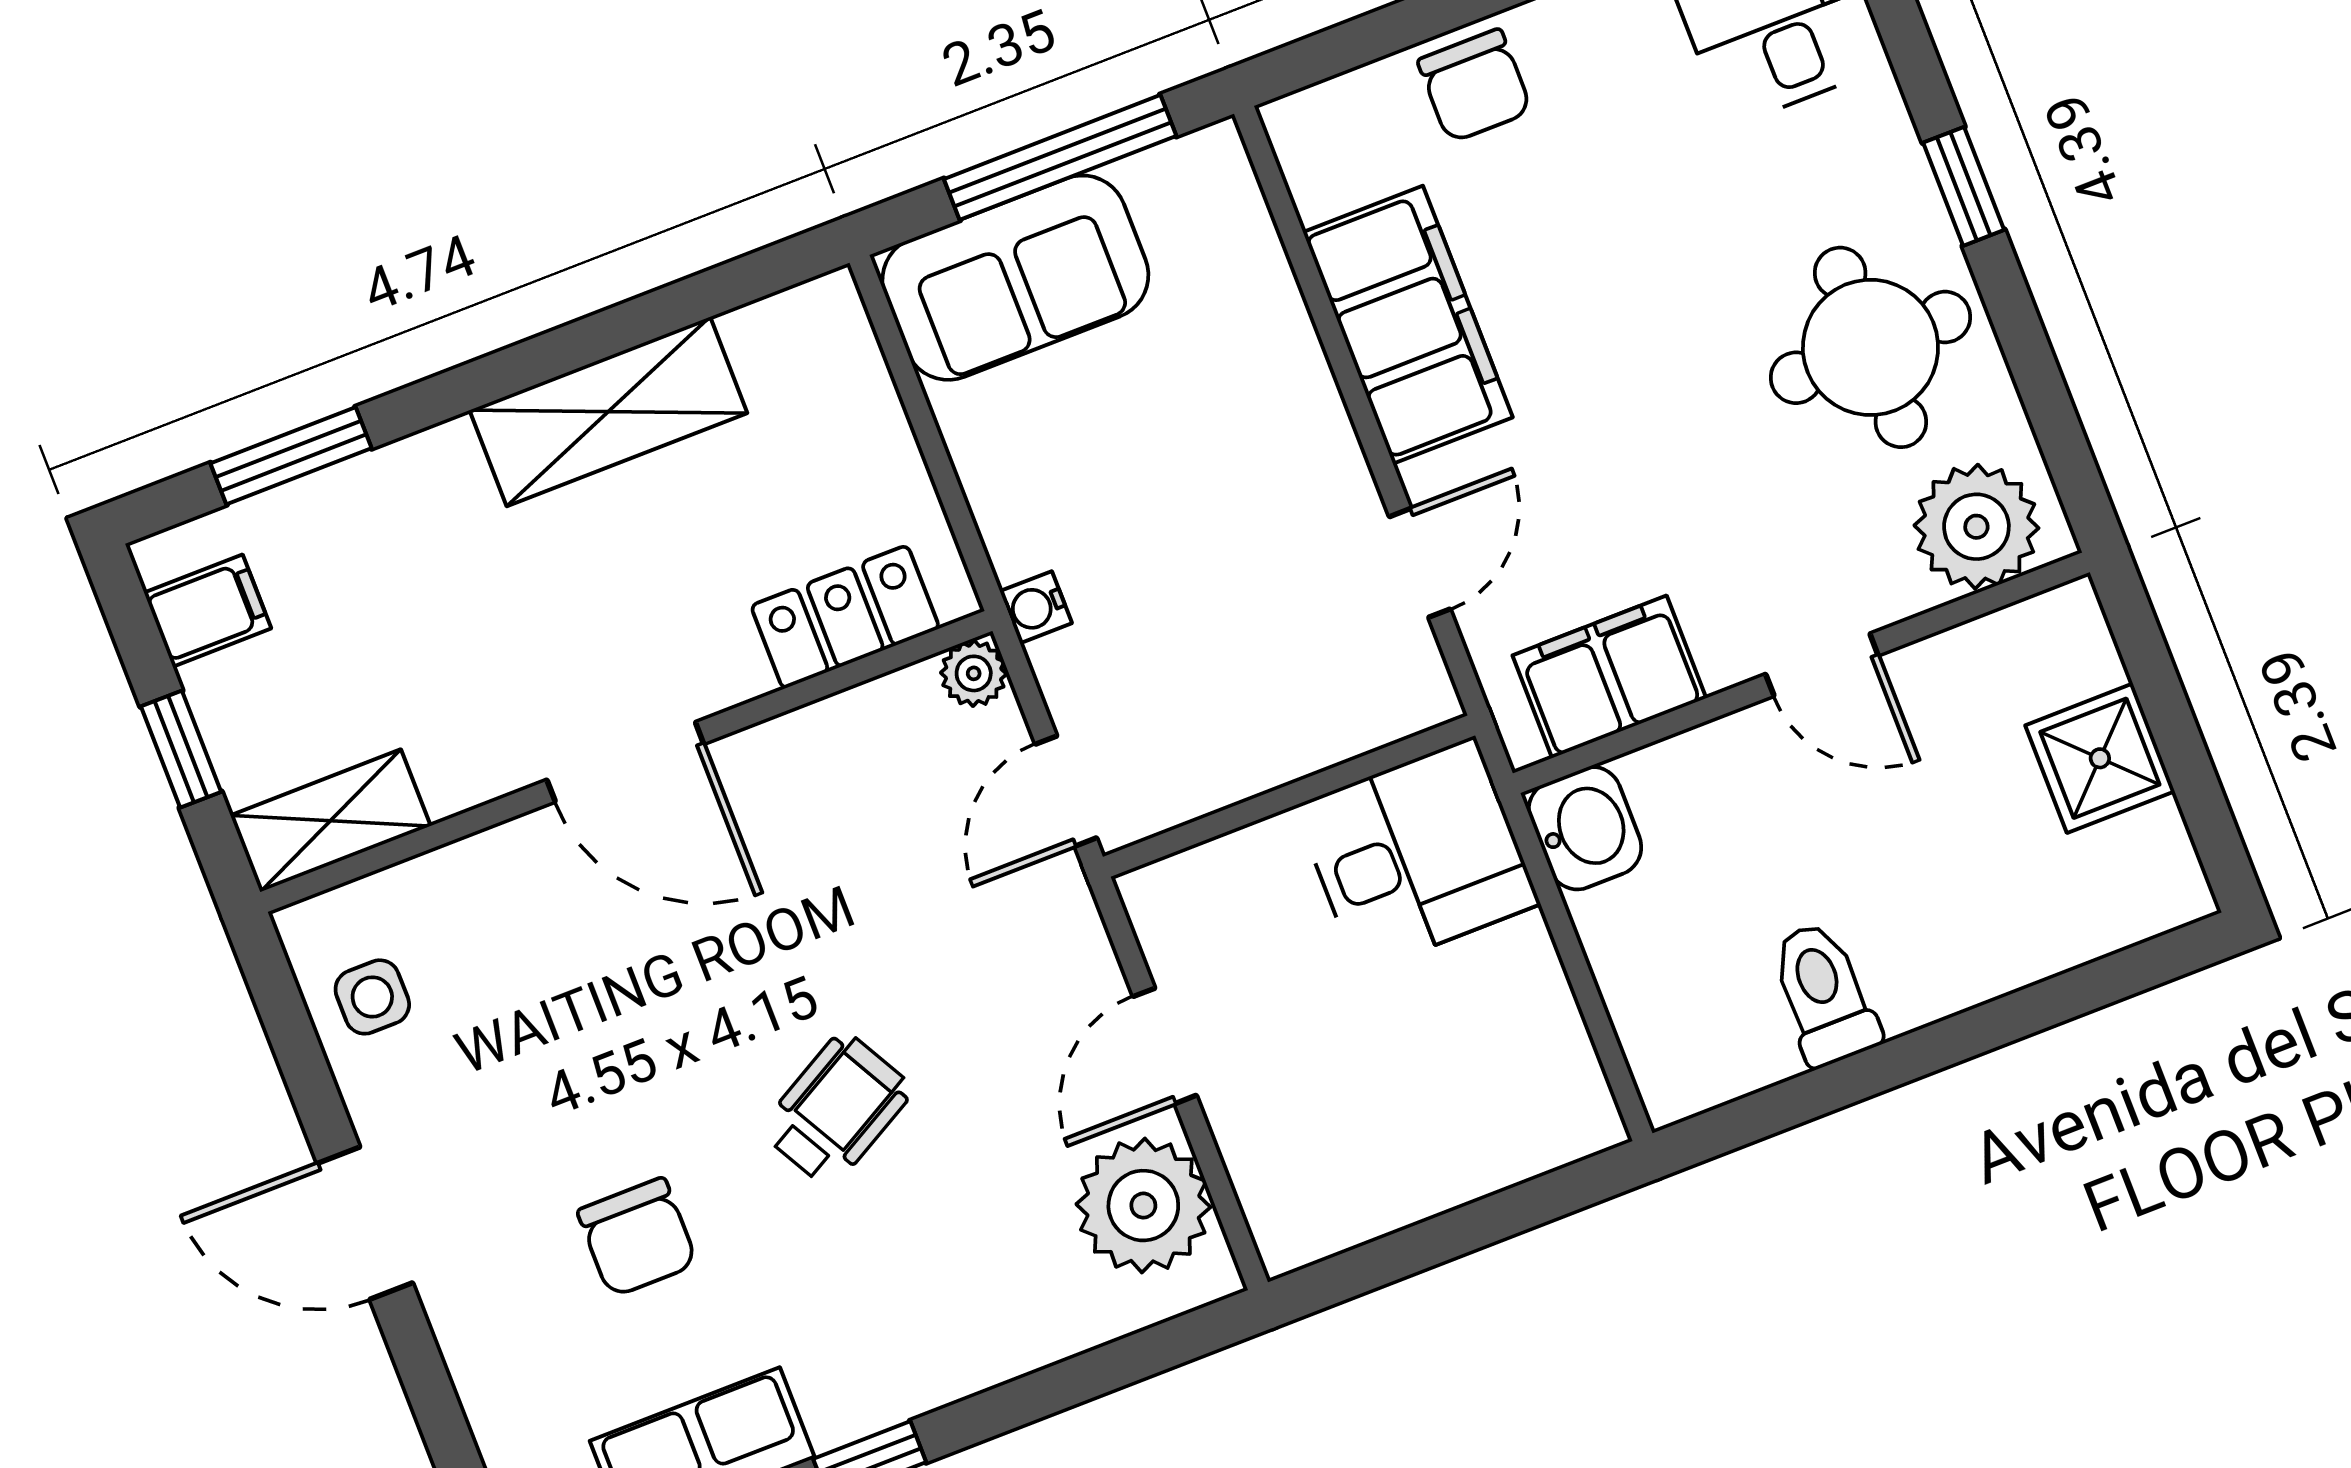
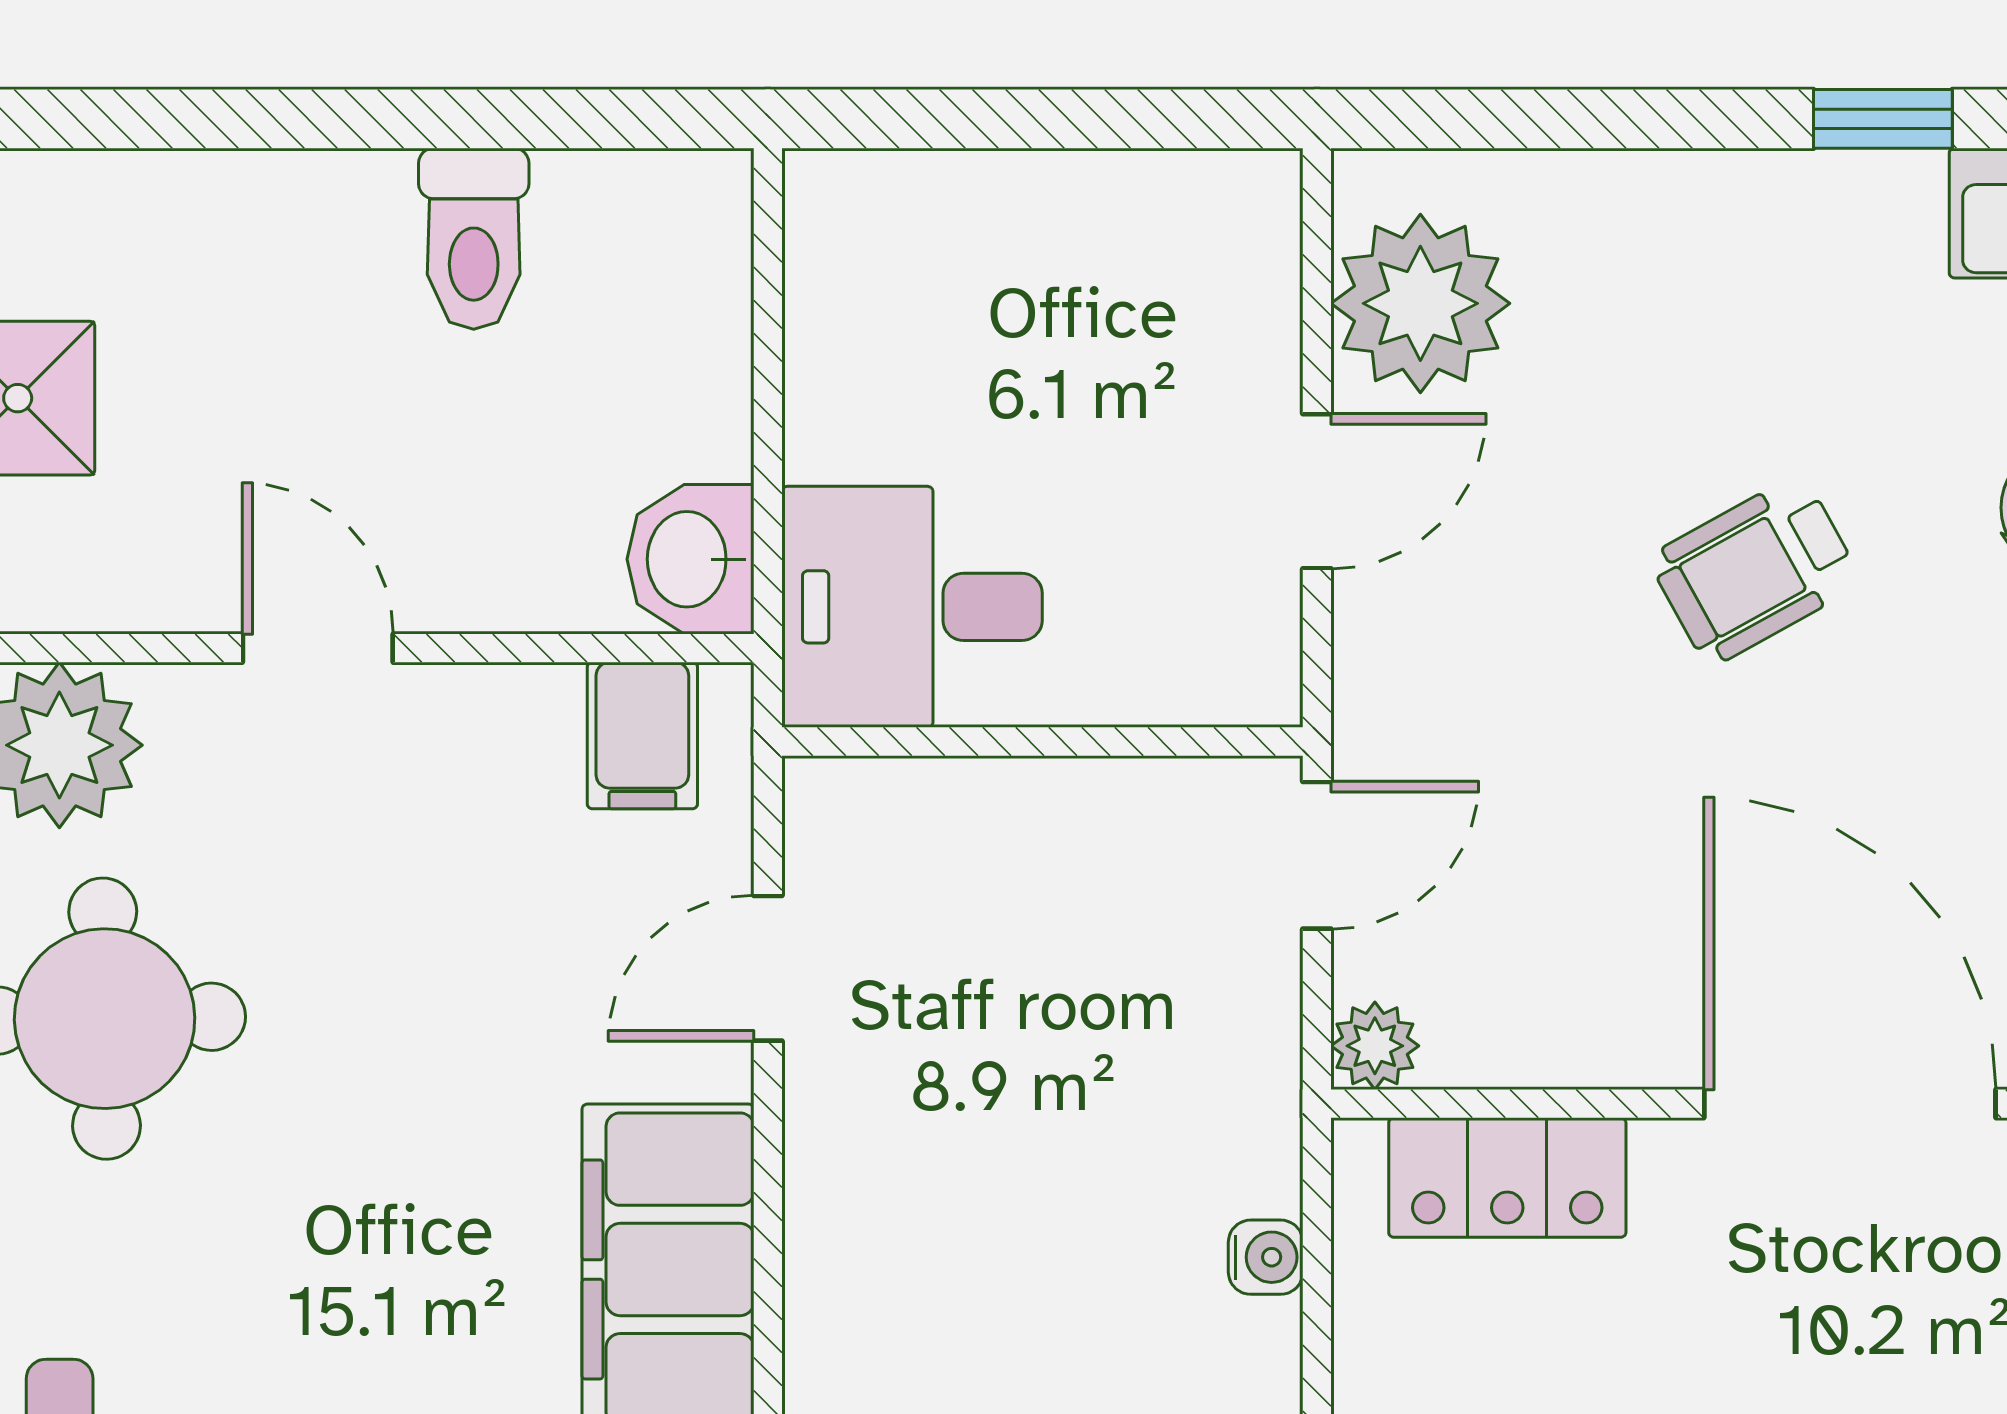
water cooler: (1036, 607) -> (1266, 1257), moved
filing cabinet: (1609, 677) -> (642, 735), width x0.50
door: (625, 762) -> (1850, 1104), width x1.36

